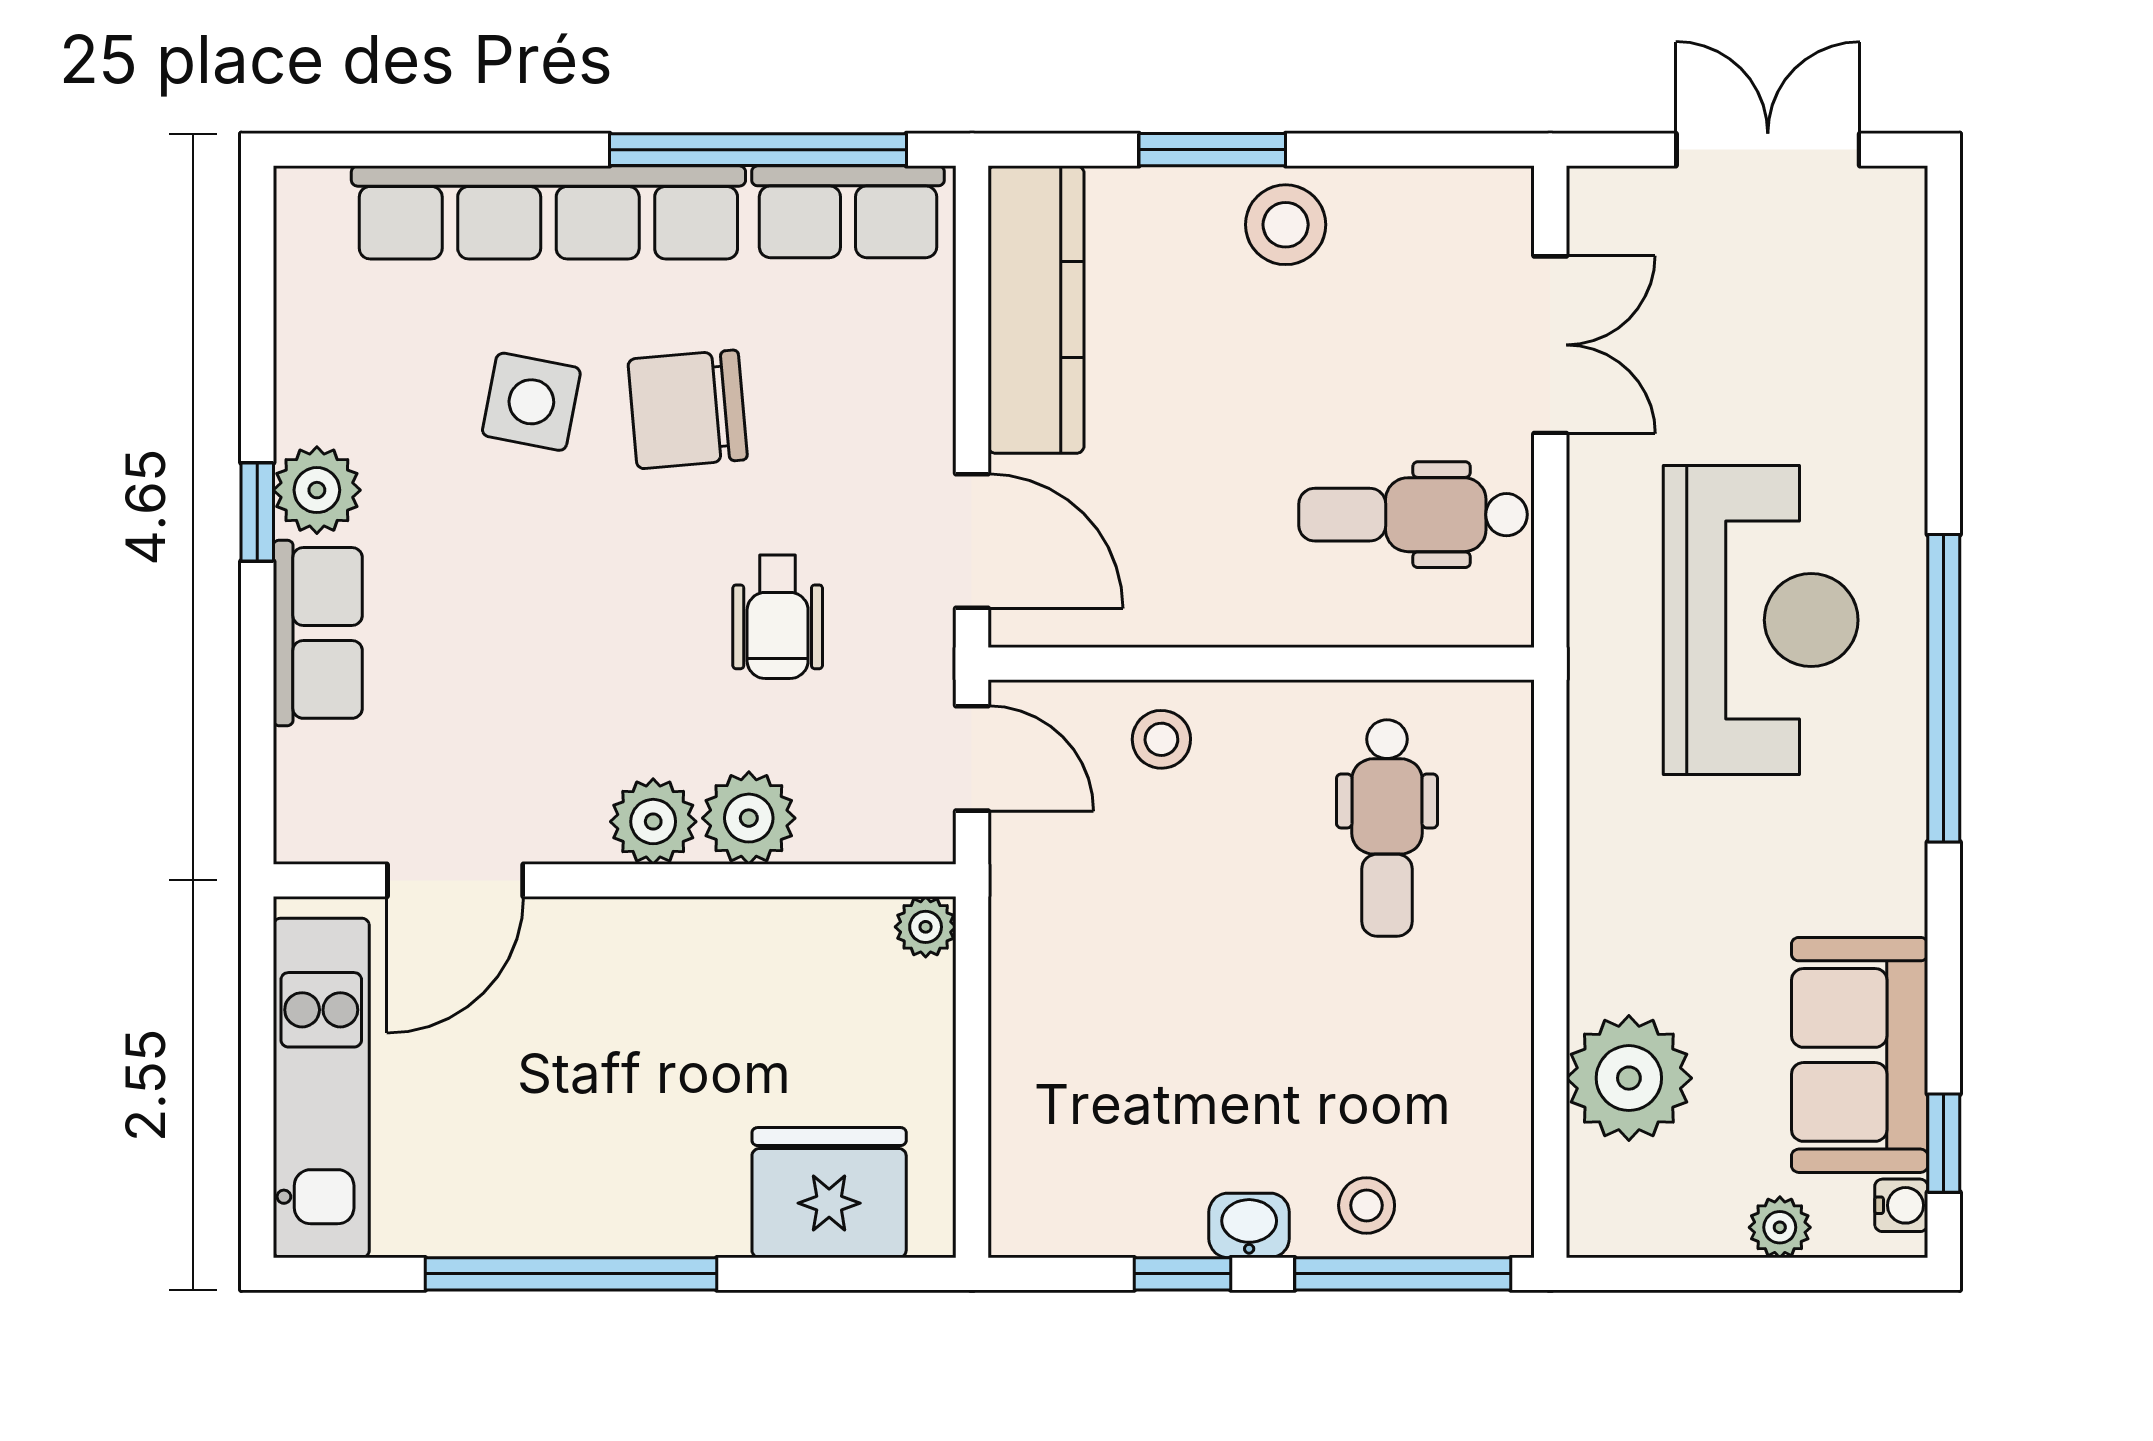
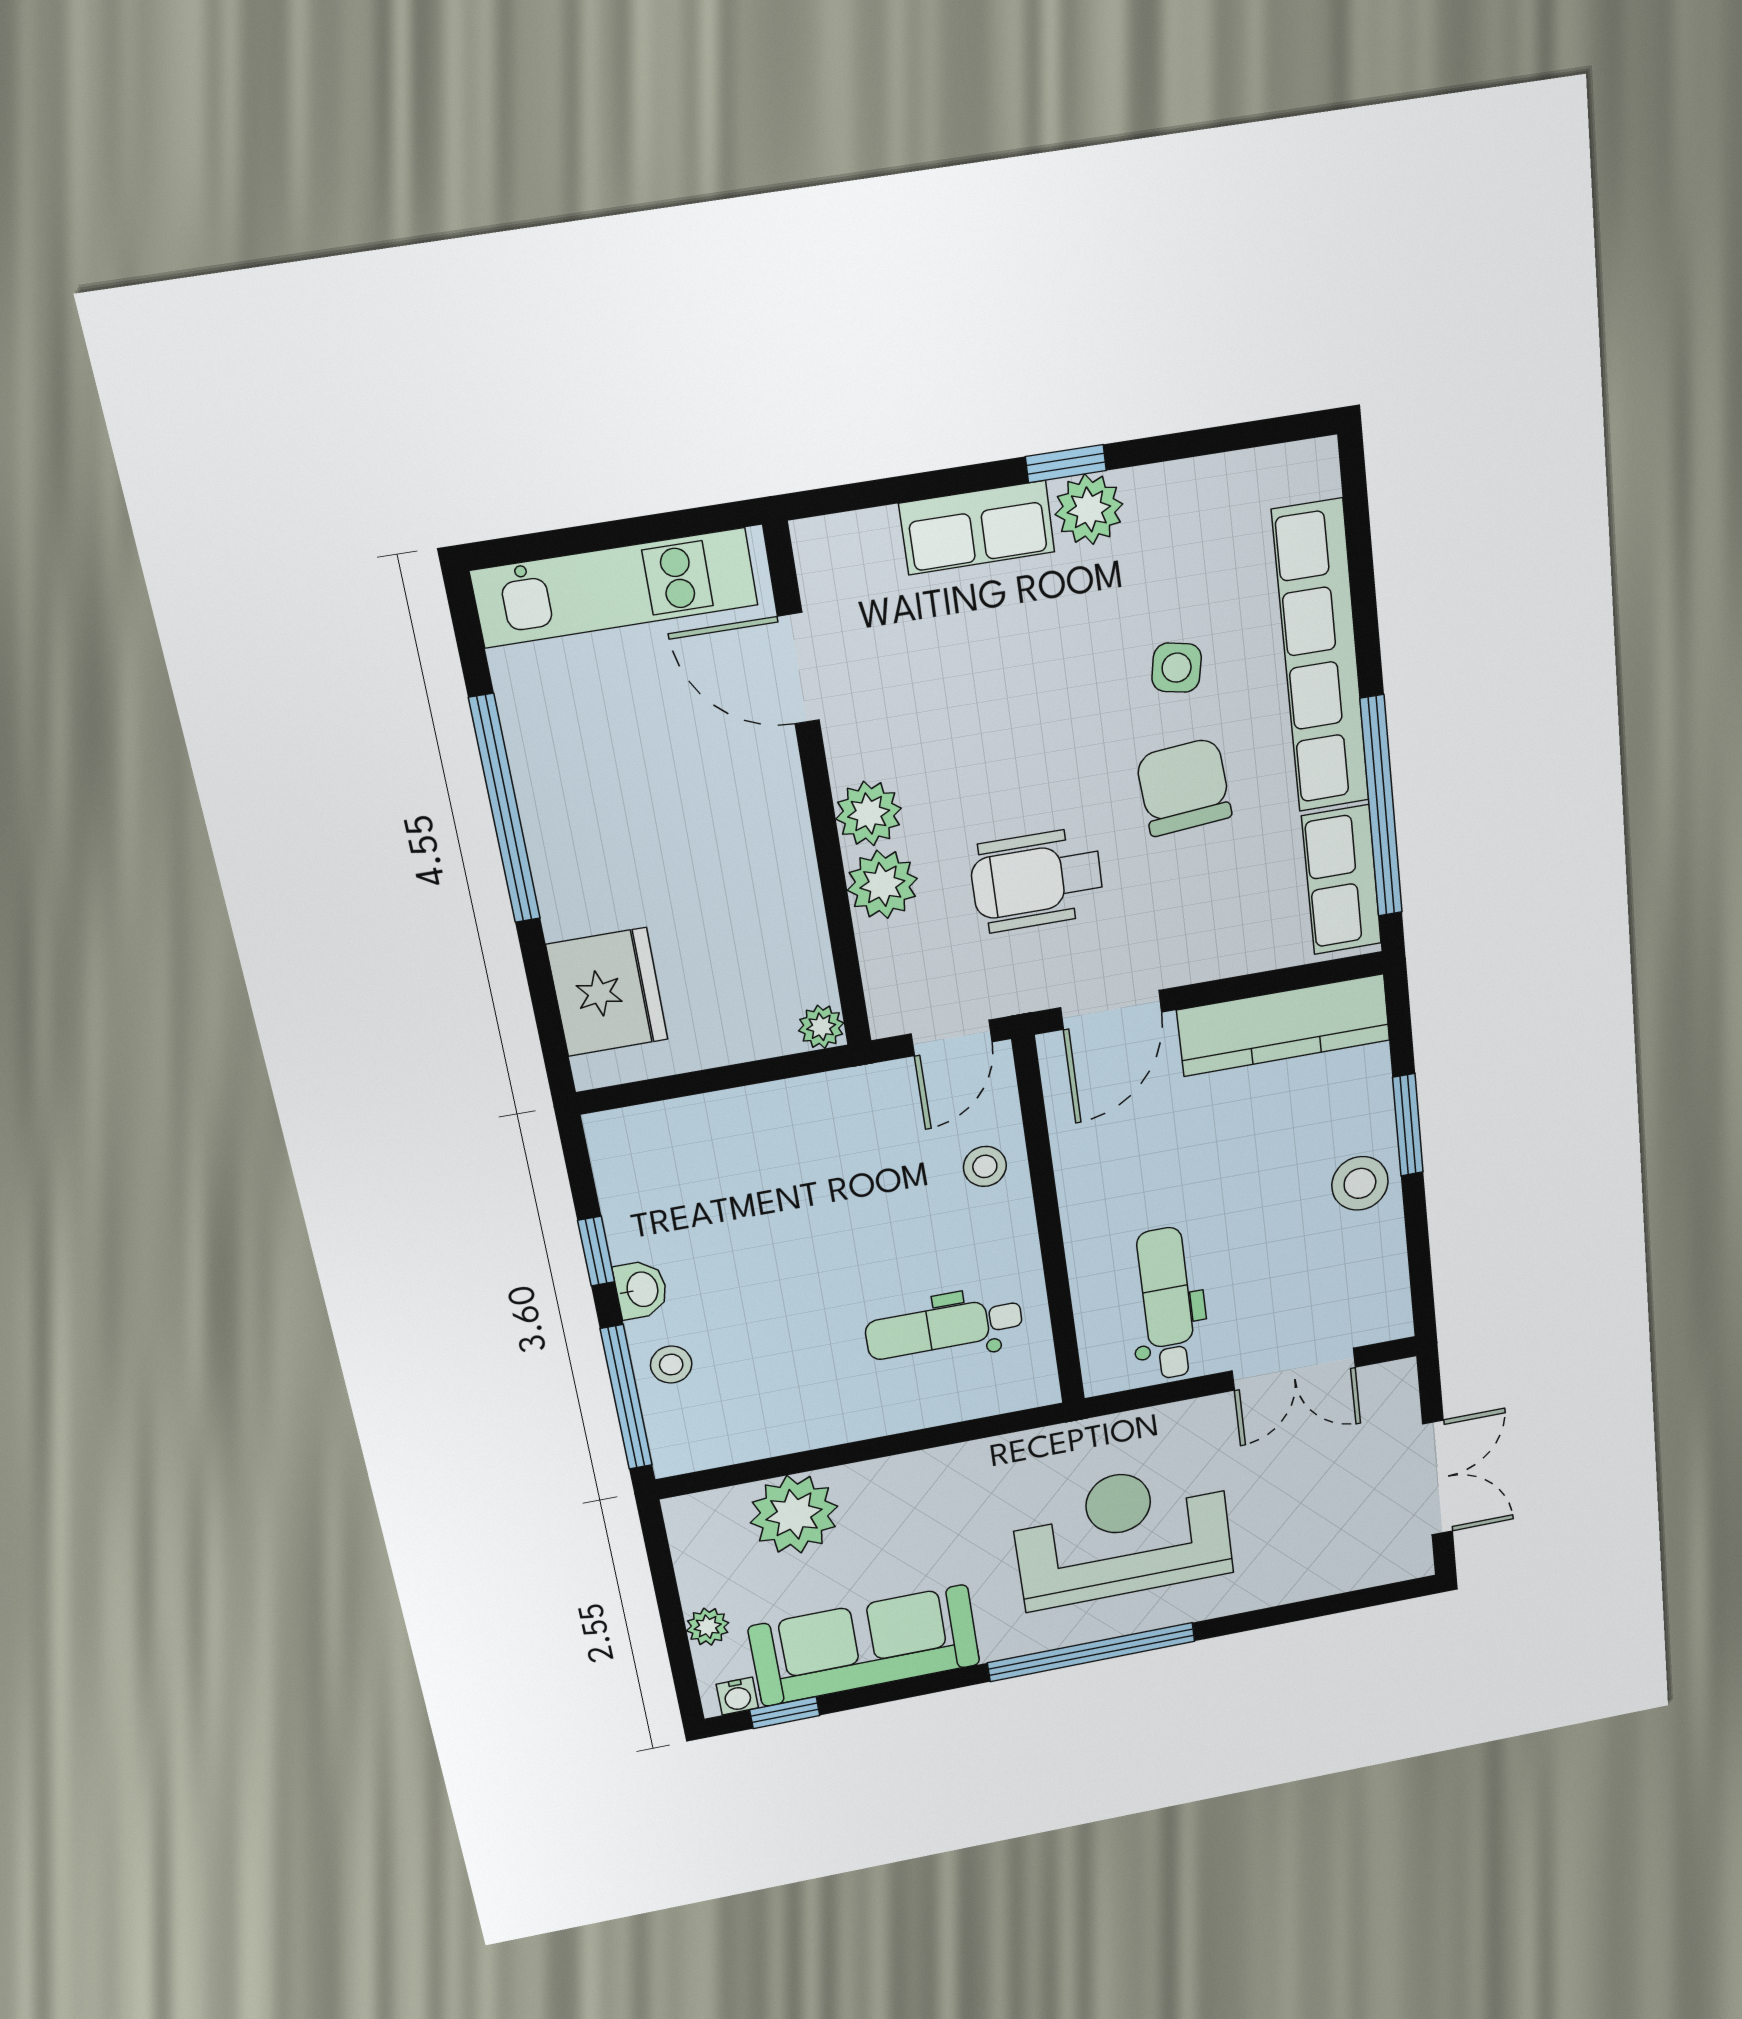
side table: (531, 402) -> (1177, 668), width x0.73, depth x0.73
wheelchair: (778, 617) -> (1037, 880), width x1.36, depth x1.37
reception desk: (1761, 620) -> (1122, 1534), turned 180
sofa: (1860, 1055) -> (865, 1646), width x1.36

